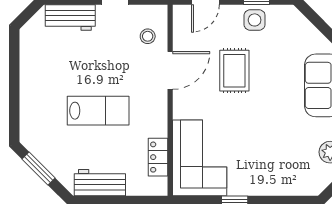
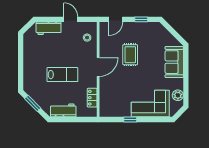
side table: (255, 20) -> (140, 29), removed
door: (170, 70) -> (98, 67), moved
corner sofa: (200, 158) -> (150, 103), moved, turned -90

